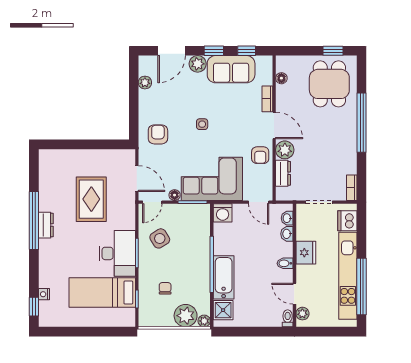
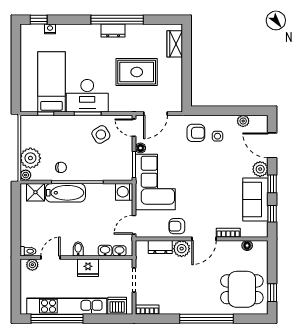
side table: (202, 124) -> (217, 136), moved
wardrobe: (61, 157) -> (175, 44), added
chair: (165, 288) -> (61, 167), moved

